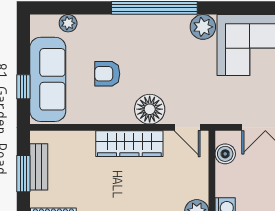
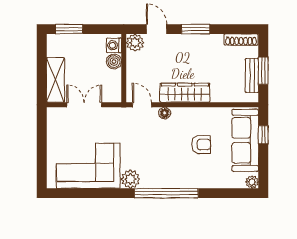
plant: (68, 23) -> (252, 182), moved
floor lamp: (150, 109) -> (165, 113), width x0.53, depth x0.53
boiler: (225, 154) -> (114, 61), moved

